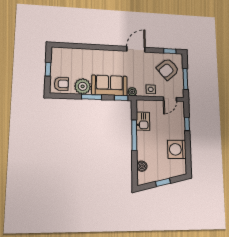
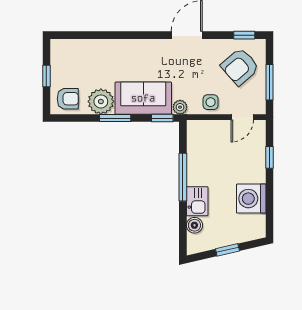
kitchen sink: (143, 121) -> (197, 201), moved

